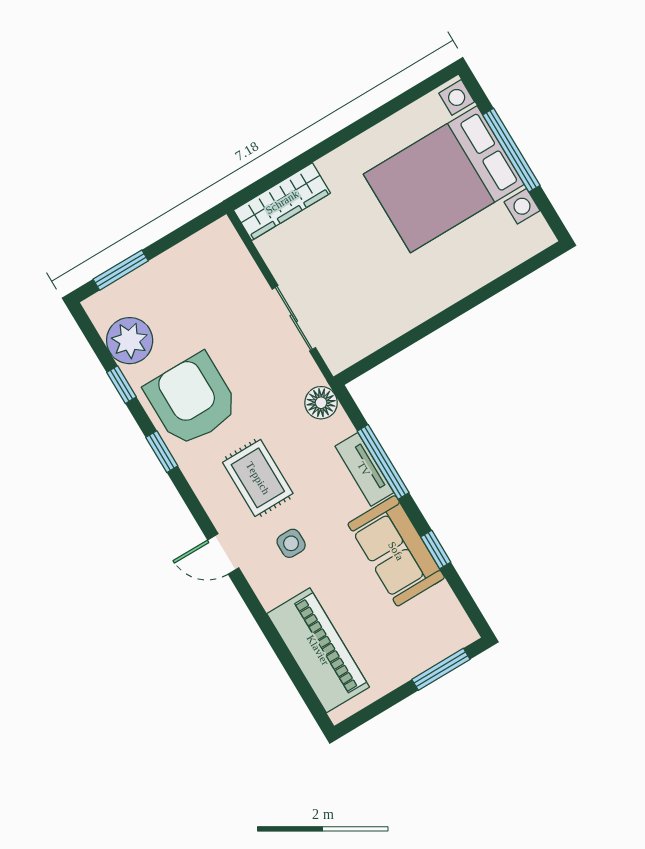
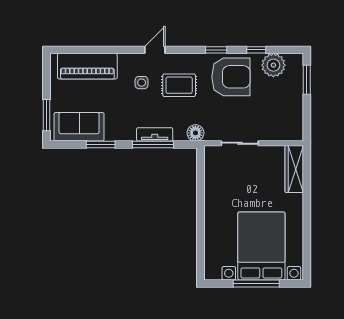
window: (436, 550) -> (101, 145), width x1.50
sofa: (396, 551) -> (79, 127), moved

